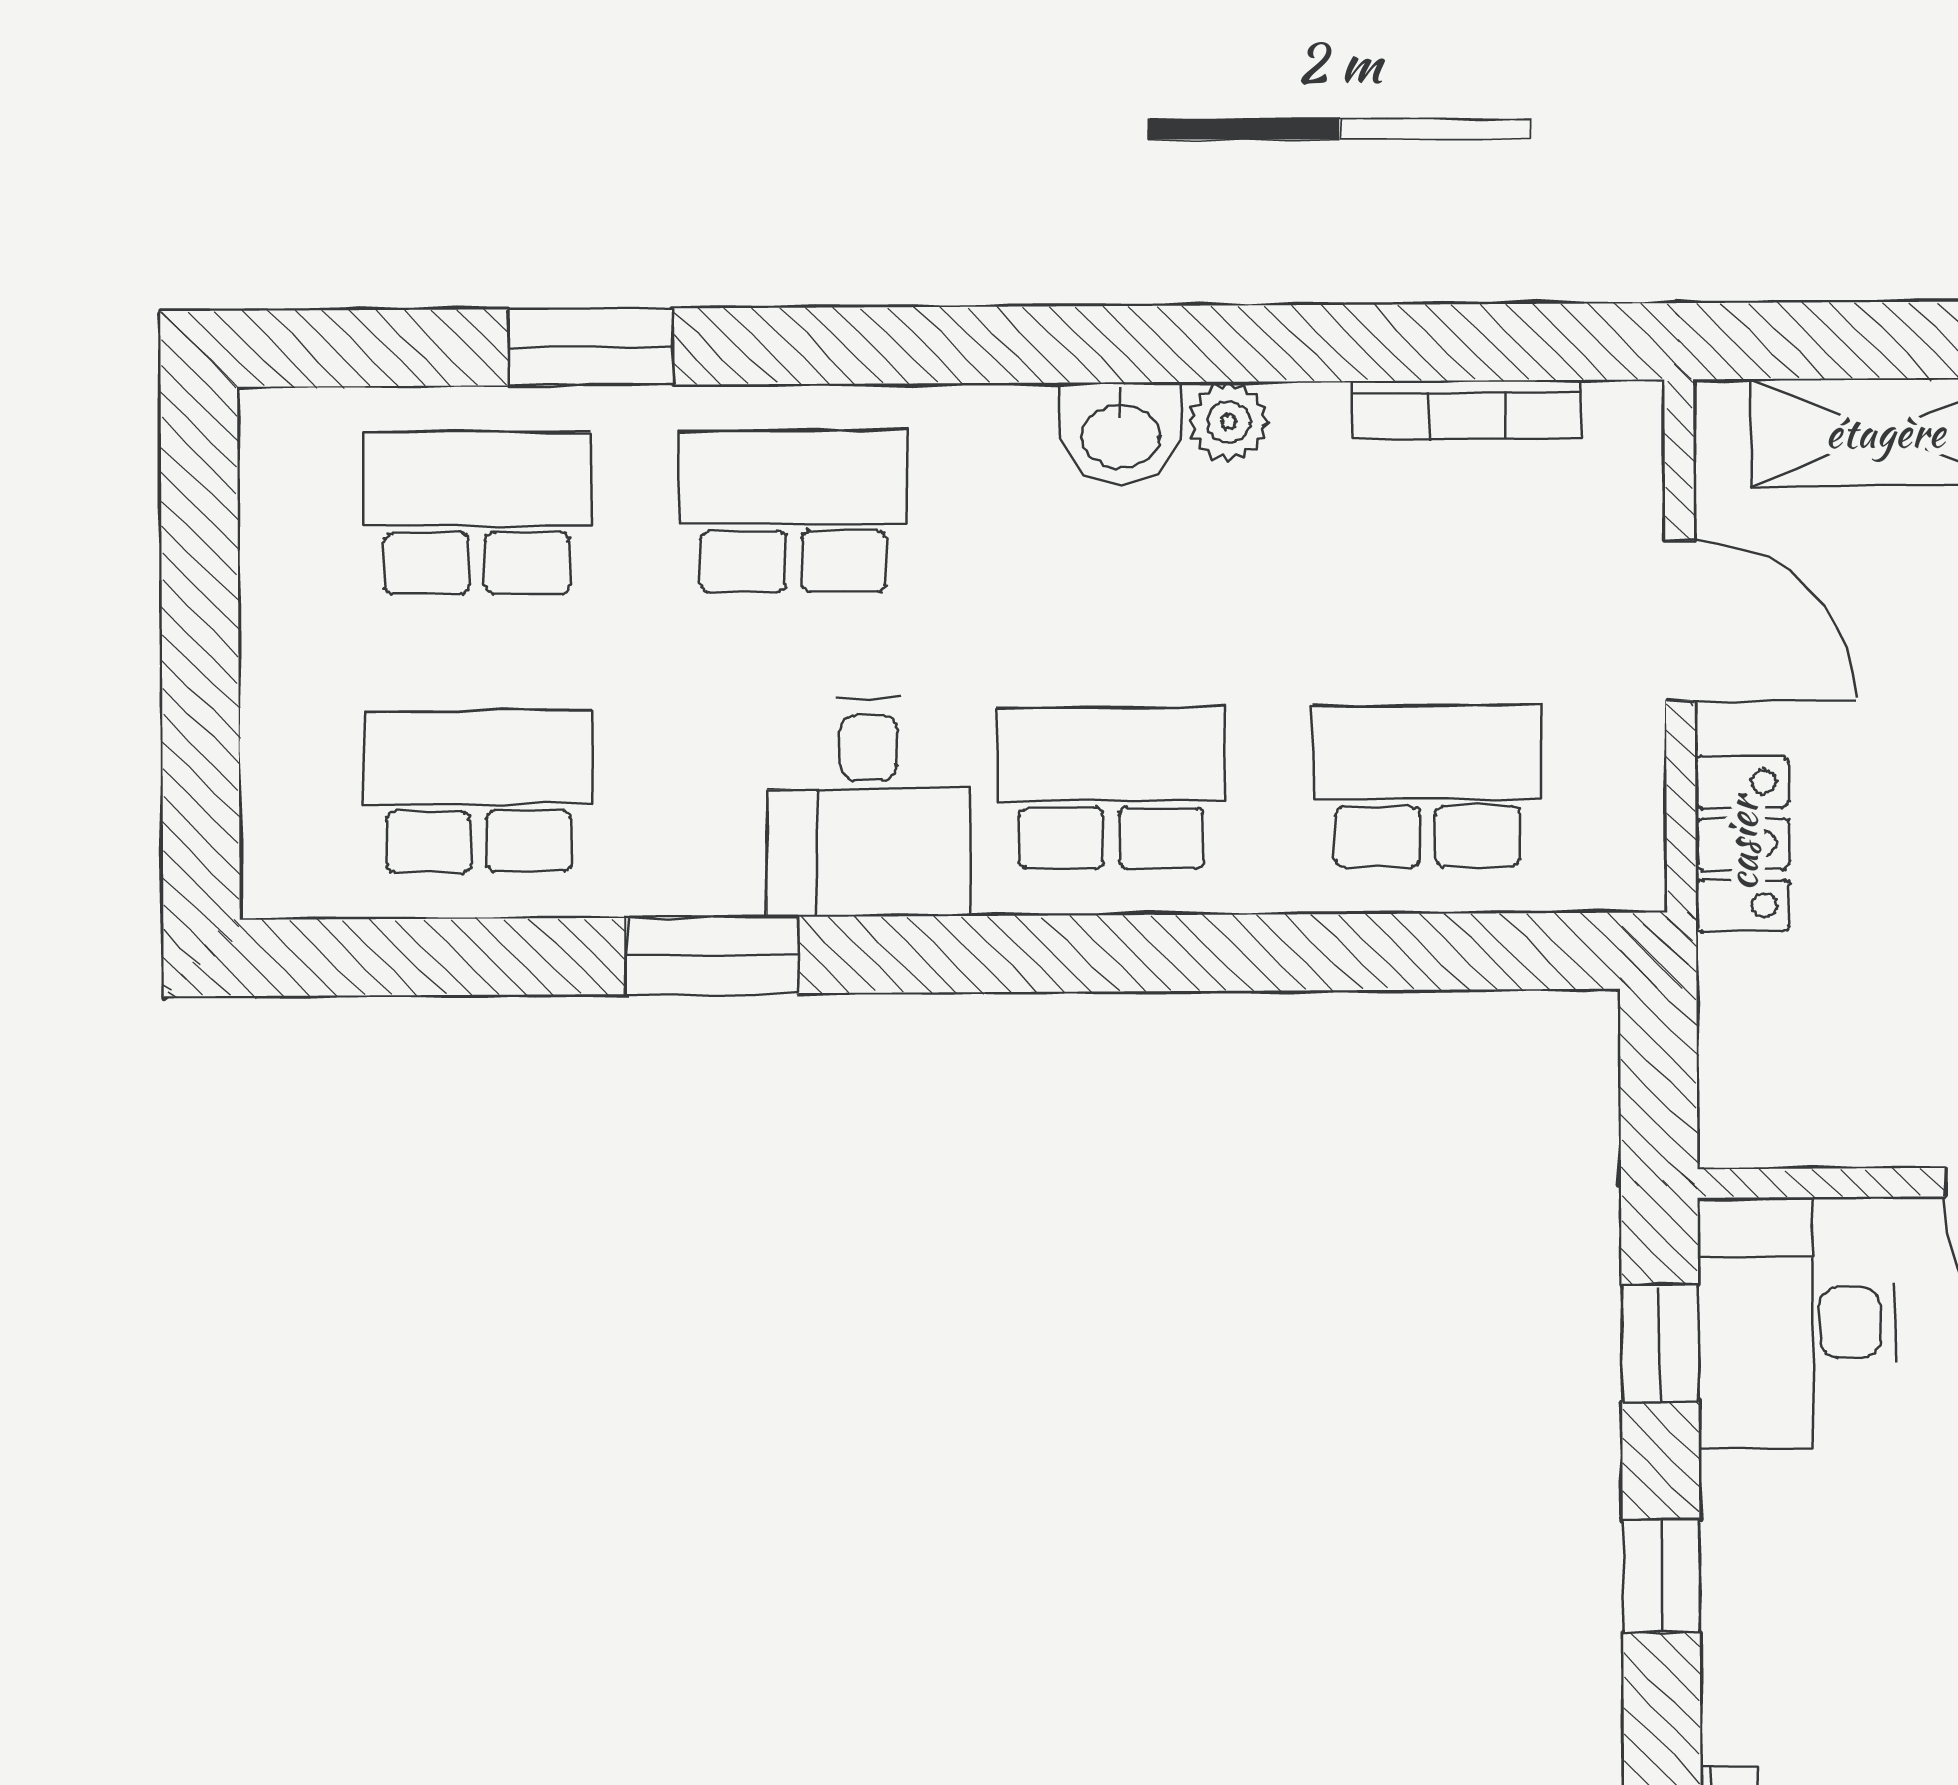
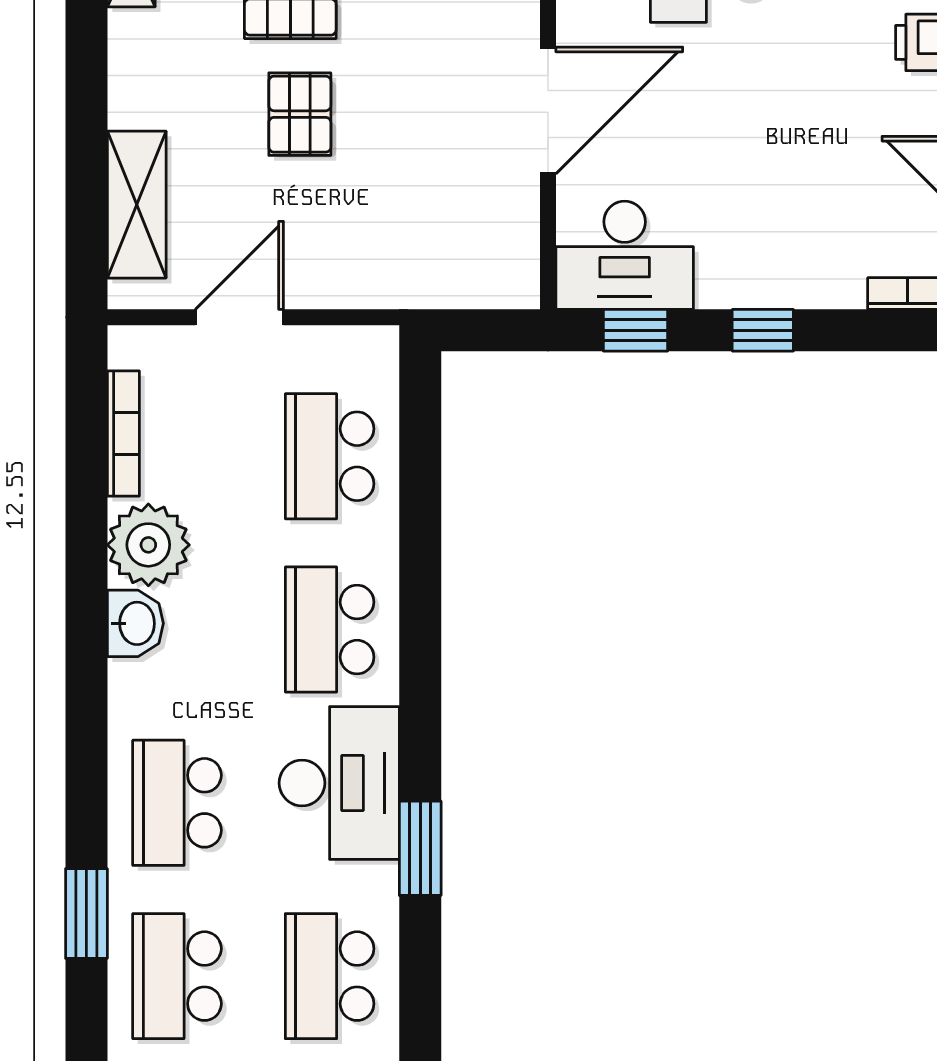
plant: (1229, 422) -> (148, 545), width x1.87, depth x1.87
desk: (869, 807) -> (339, 783), width x1.37
locker: (1742, 844) -> (362, 284), removed

